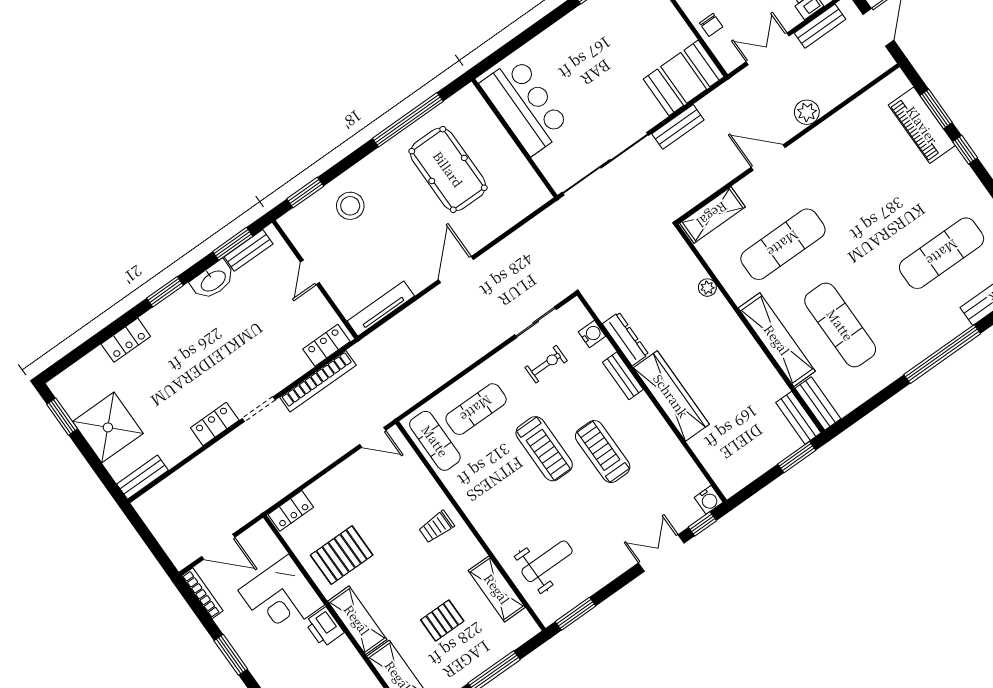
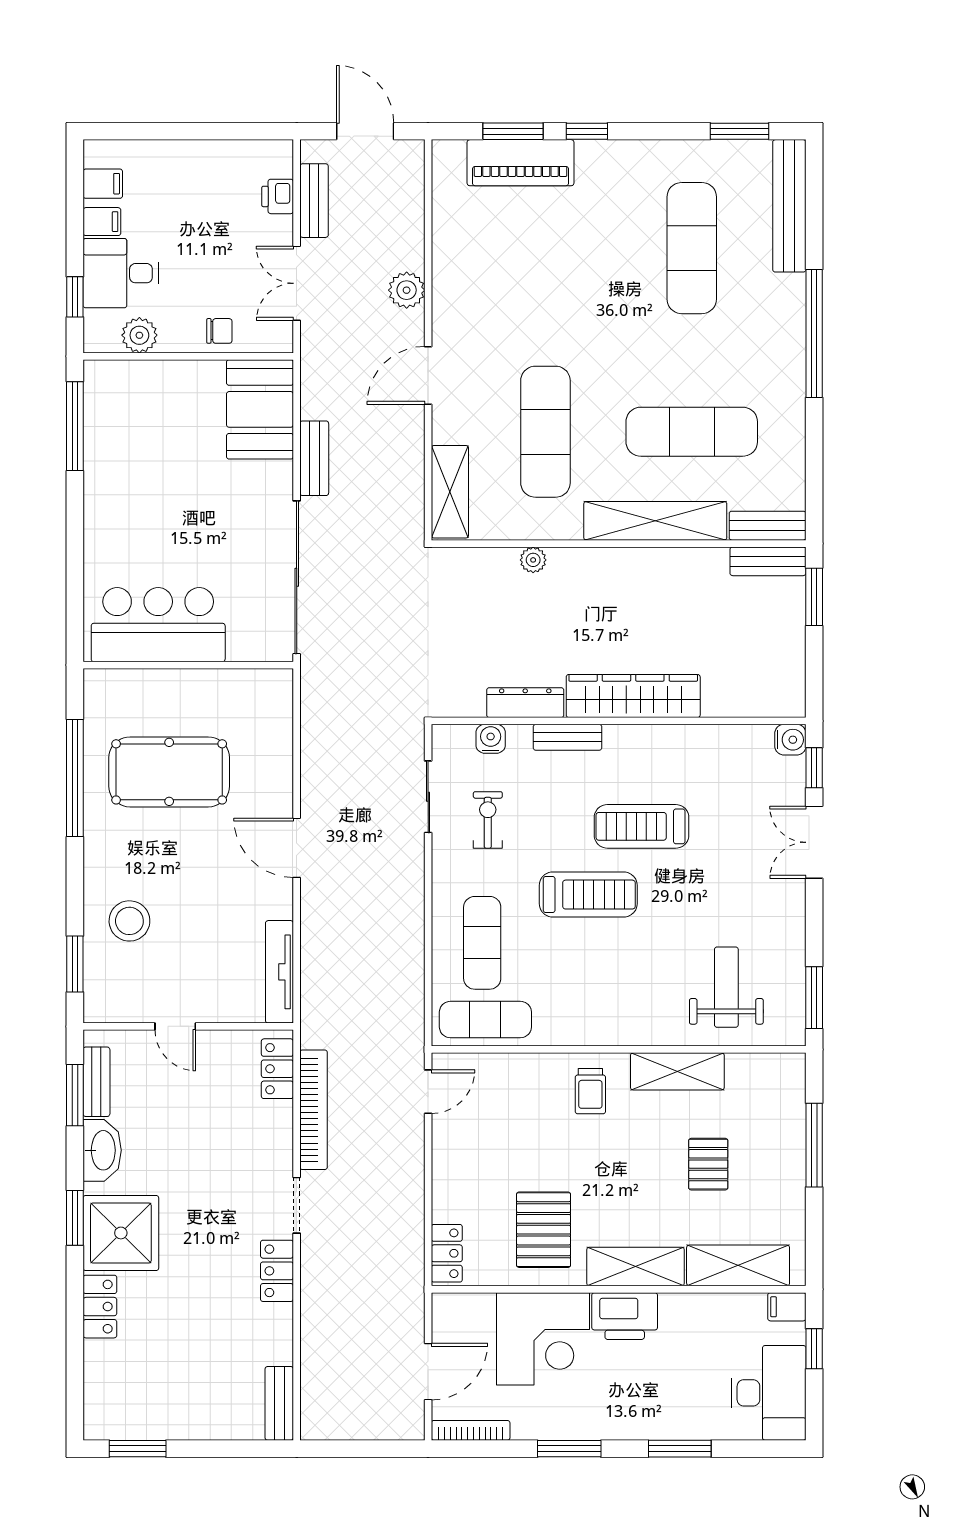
shower: (108, 427) -> (121, 1233), moved
shelving: (497, 589) -> (677, 1071), moved
printer: (324, 627) -> (625, 1316), width x1.37, depth x1.19

